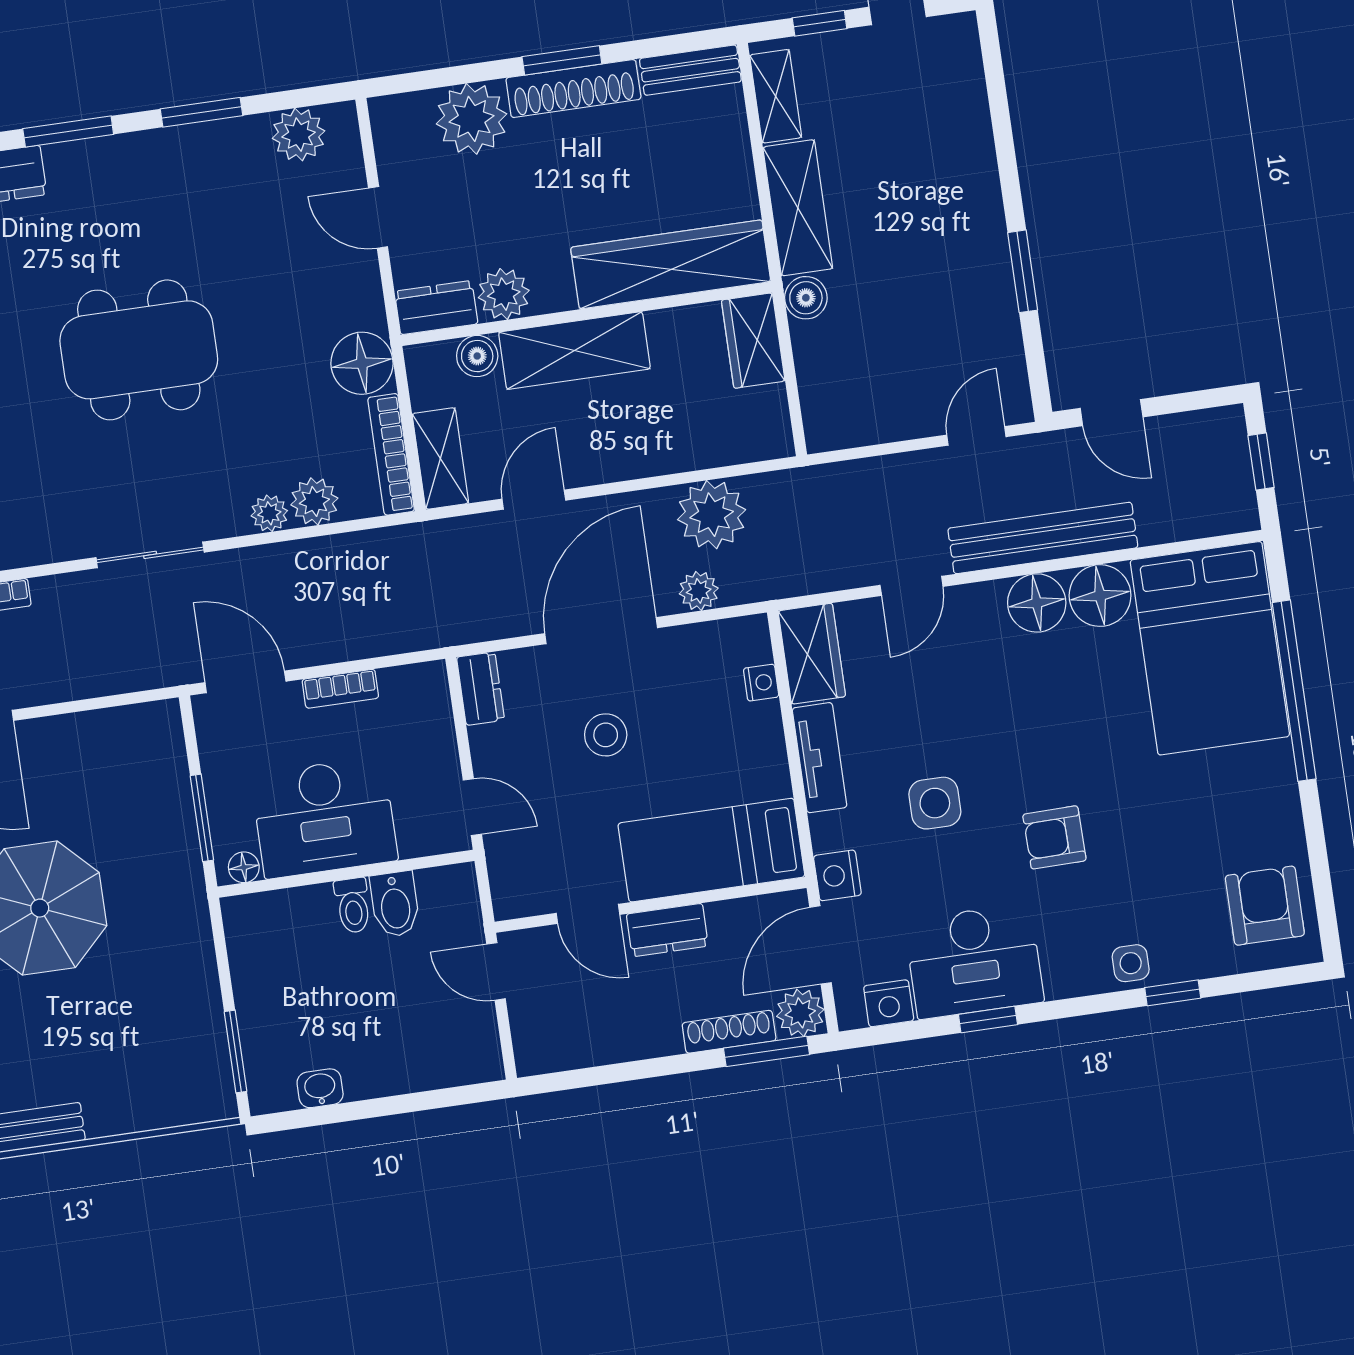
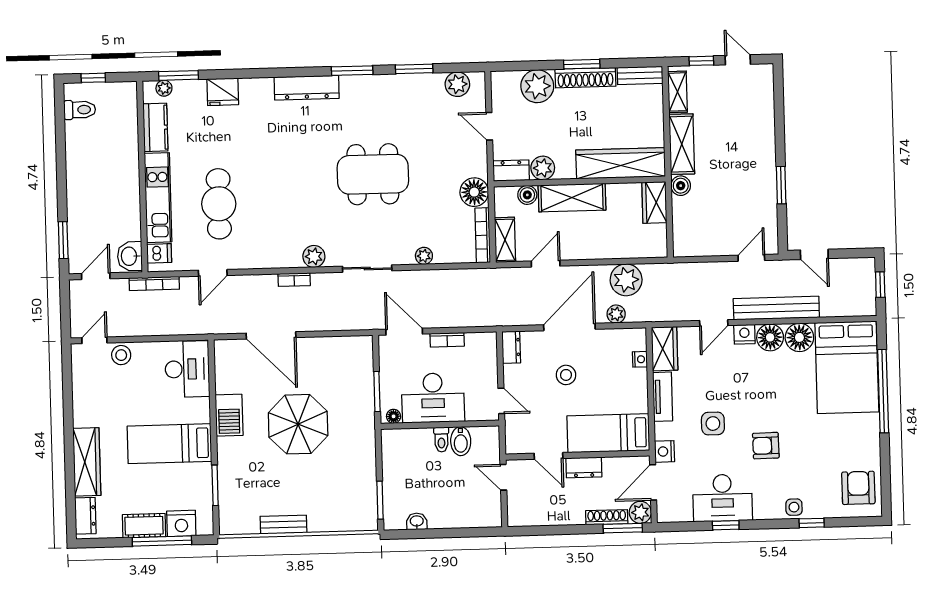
plant: (314, 501) -> (314, 256), moved
nightstand: (889, 1003) -> (744, 334), moved, turned 180

